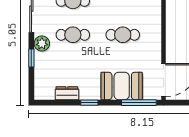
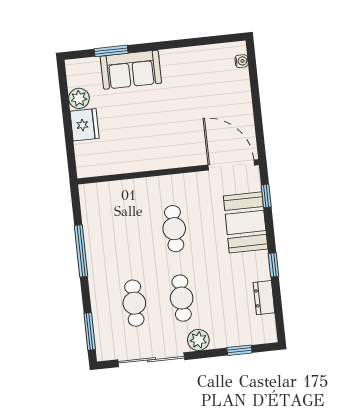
window: (31, 58) -> (239, 350), moved
window: (139, 103) -> (266, 196), width x0.46

